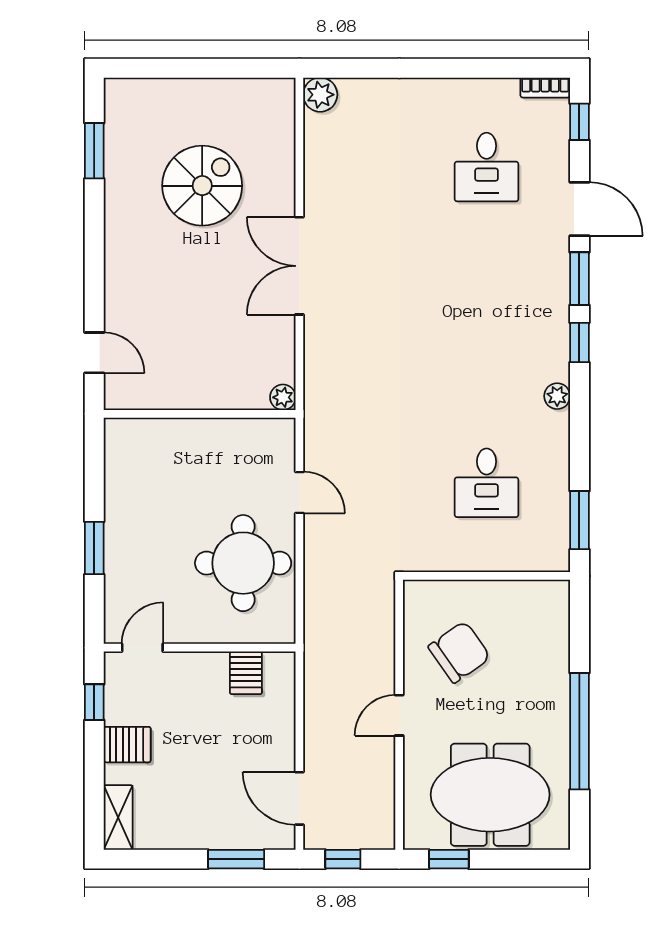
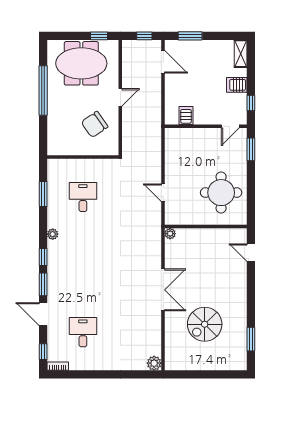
window: (579, 520) -> (43, 194), moved
window: (94, 548) -> (251, 149), moved
round table: (243, 563) -> (221, 193), moved

